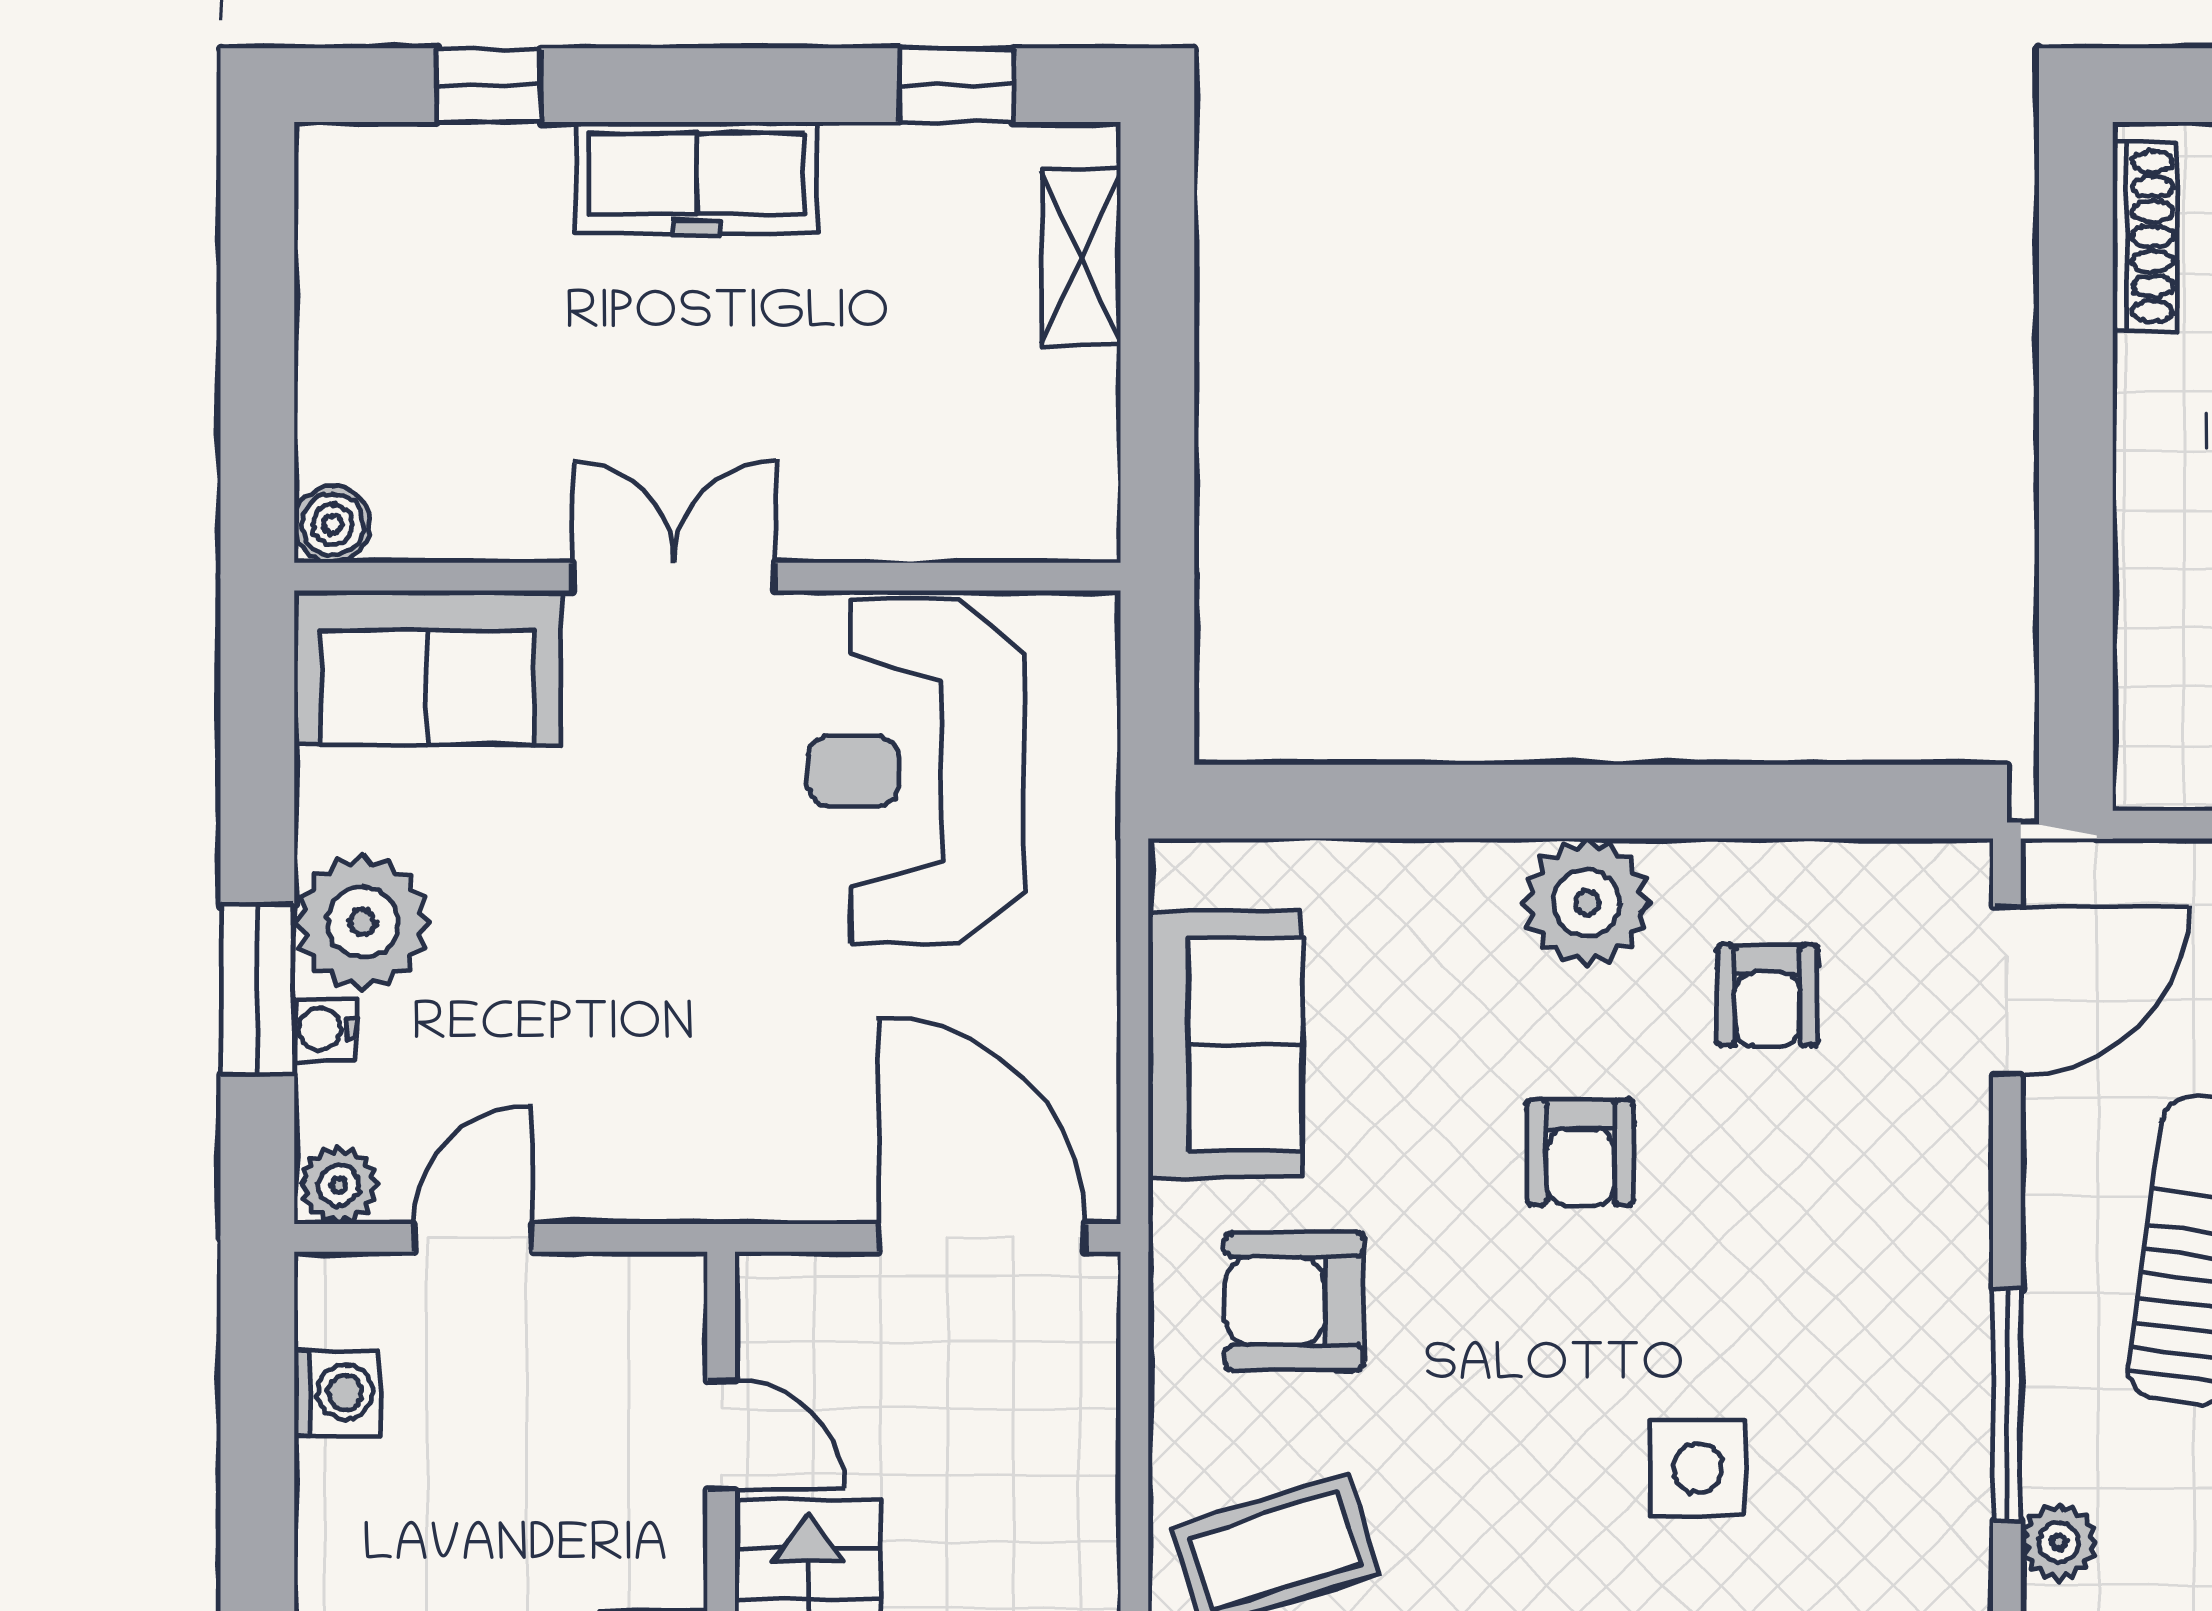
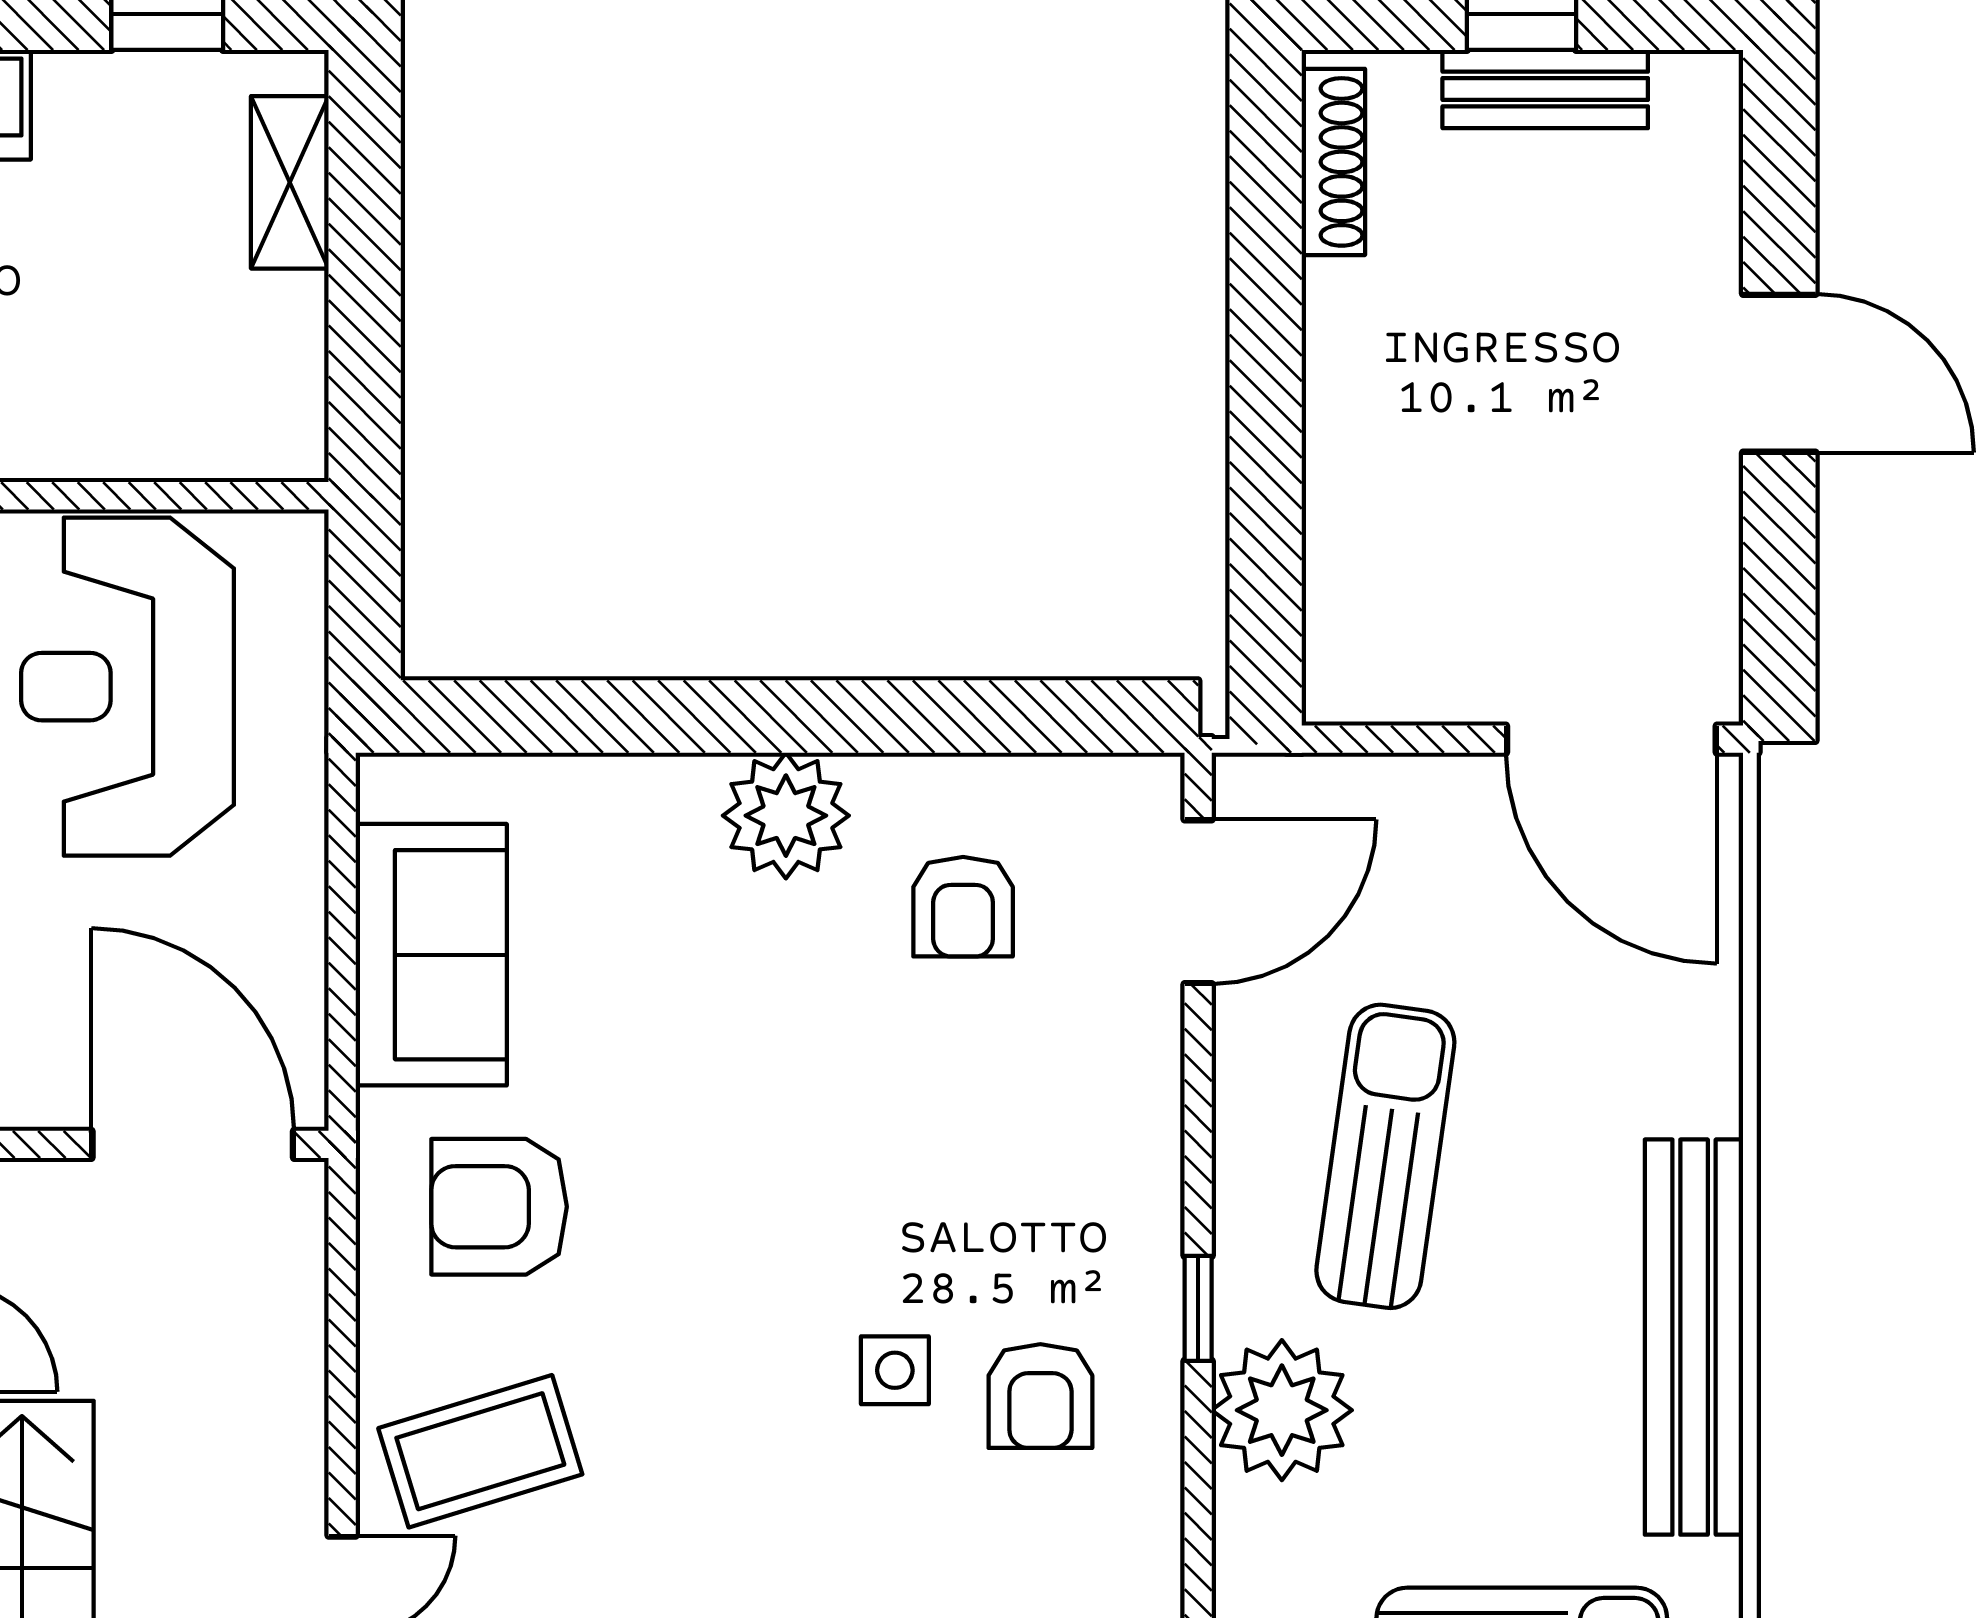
armchair: (1581, 1153) -> (1040, 1396), moved
window: (2007, 1405) -> (1198, 1308), width x0.46
side table: (1698, 1468) -> (895, 1370), width x0.73, depth x0.73
plant: (2059, 1542) -> (1282, 1410), width x1.88, depth x1.88

